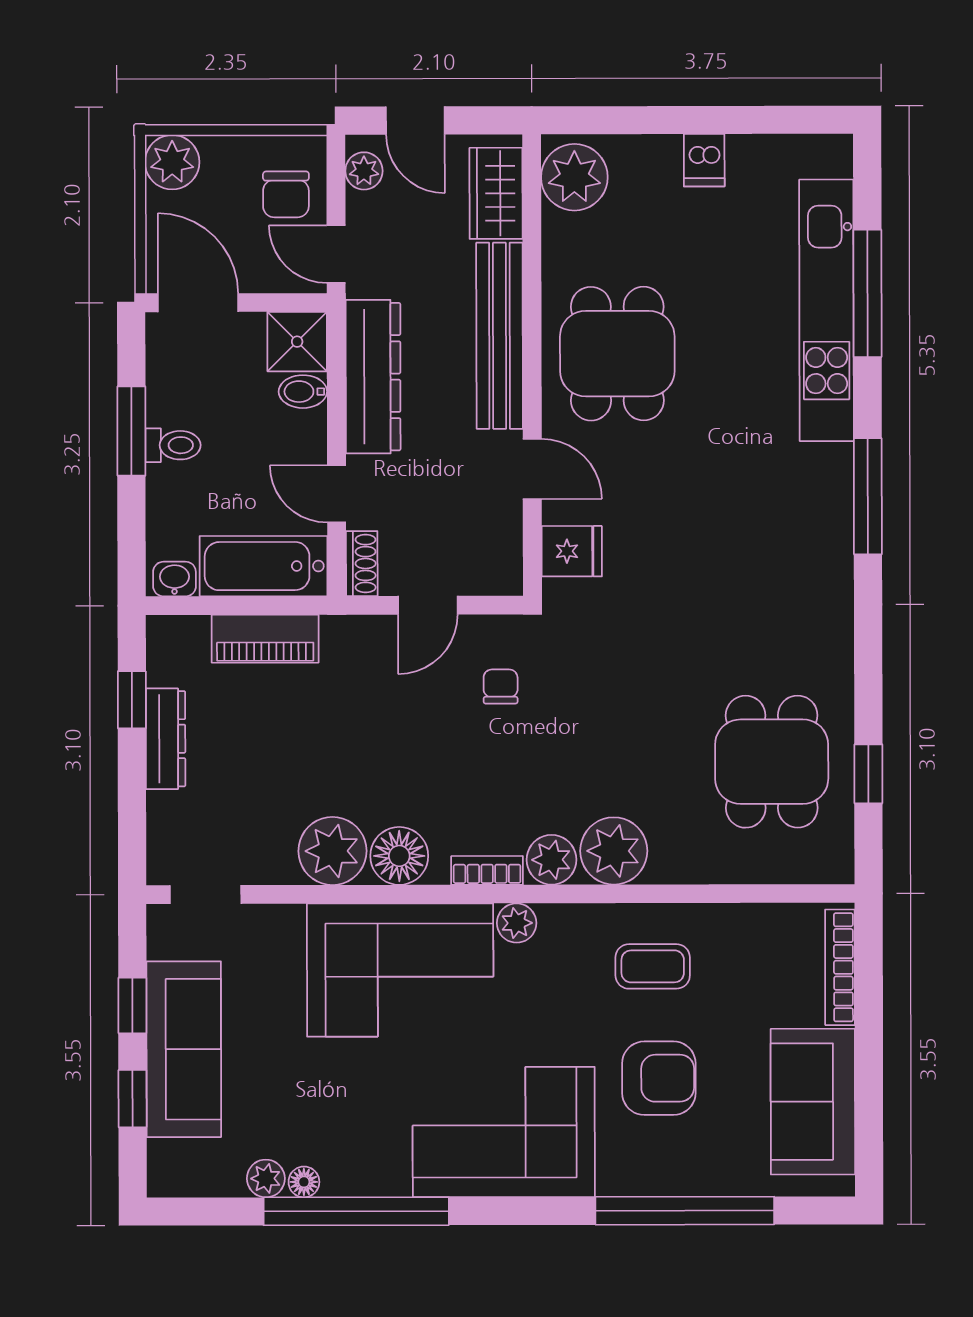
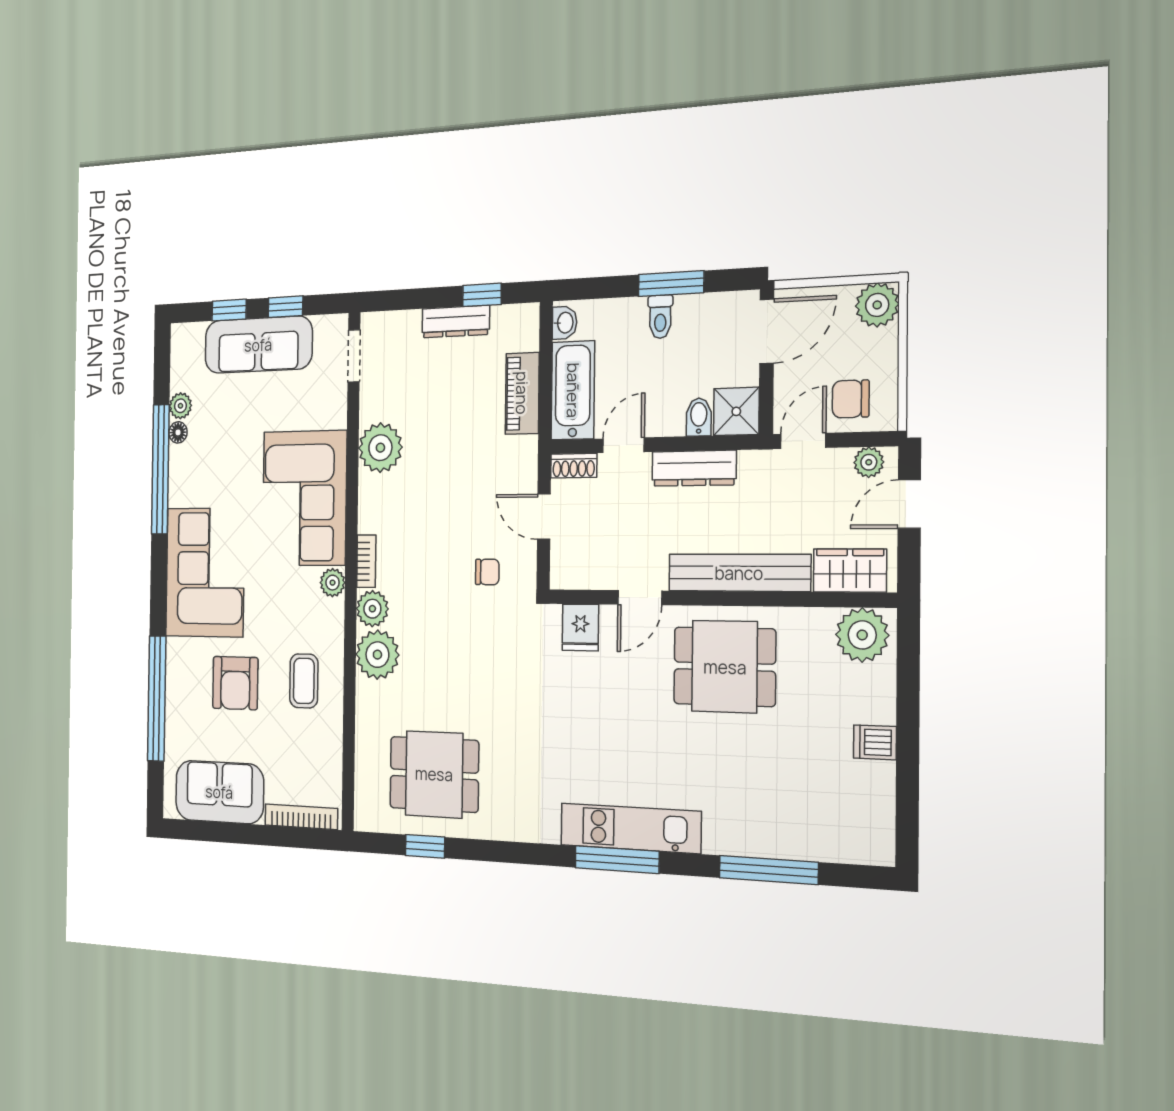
kitchen unit: (826, 310) -> (630, 828), moved, width x0.73
dresser: (373, 377) -> (694, 468), width x0.73, depth x0.80
floor lamp: (399, 856) -> (377, 497), removed

